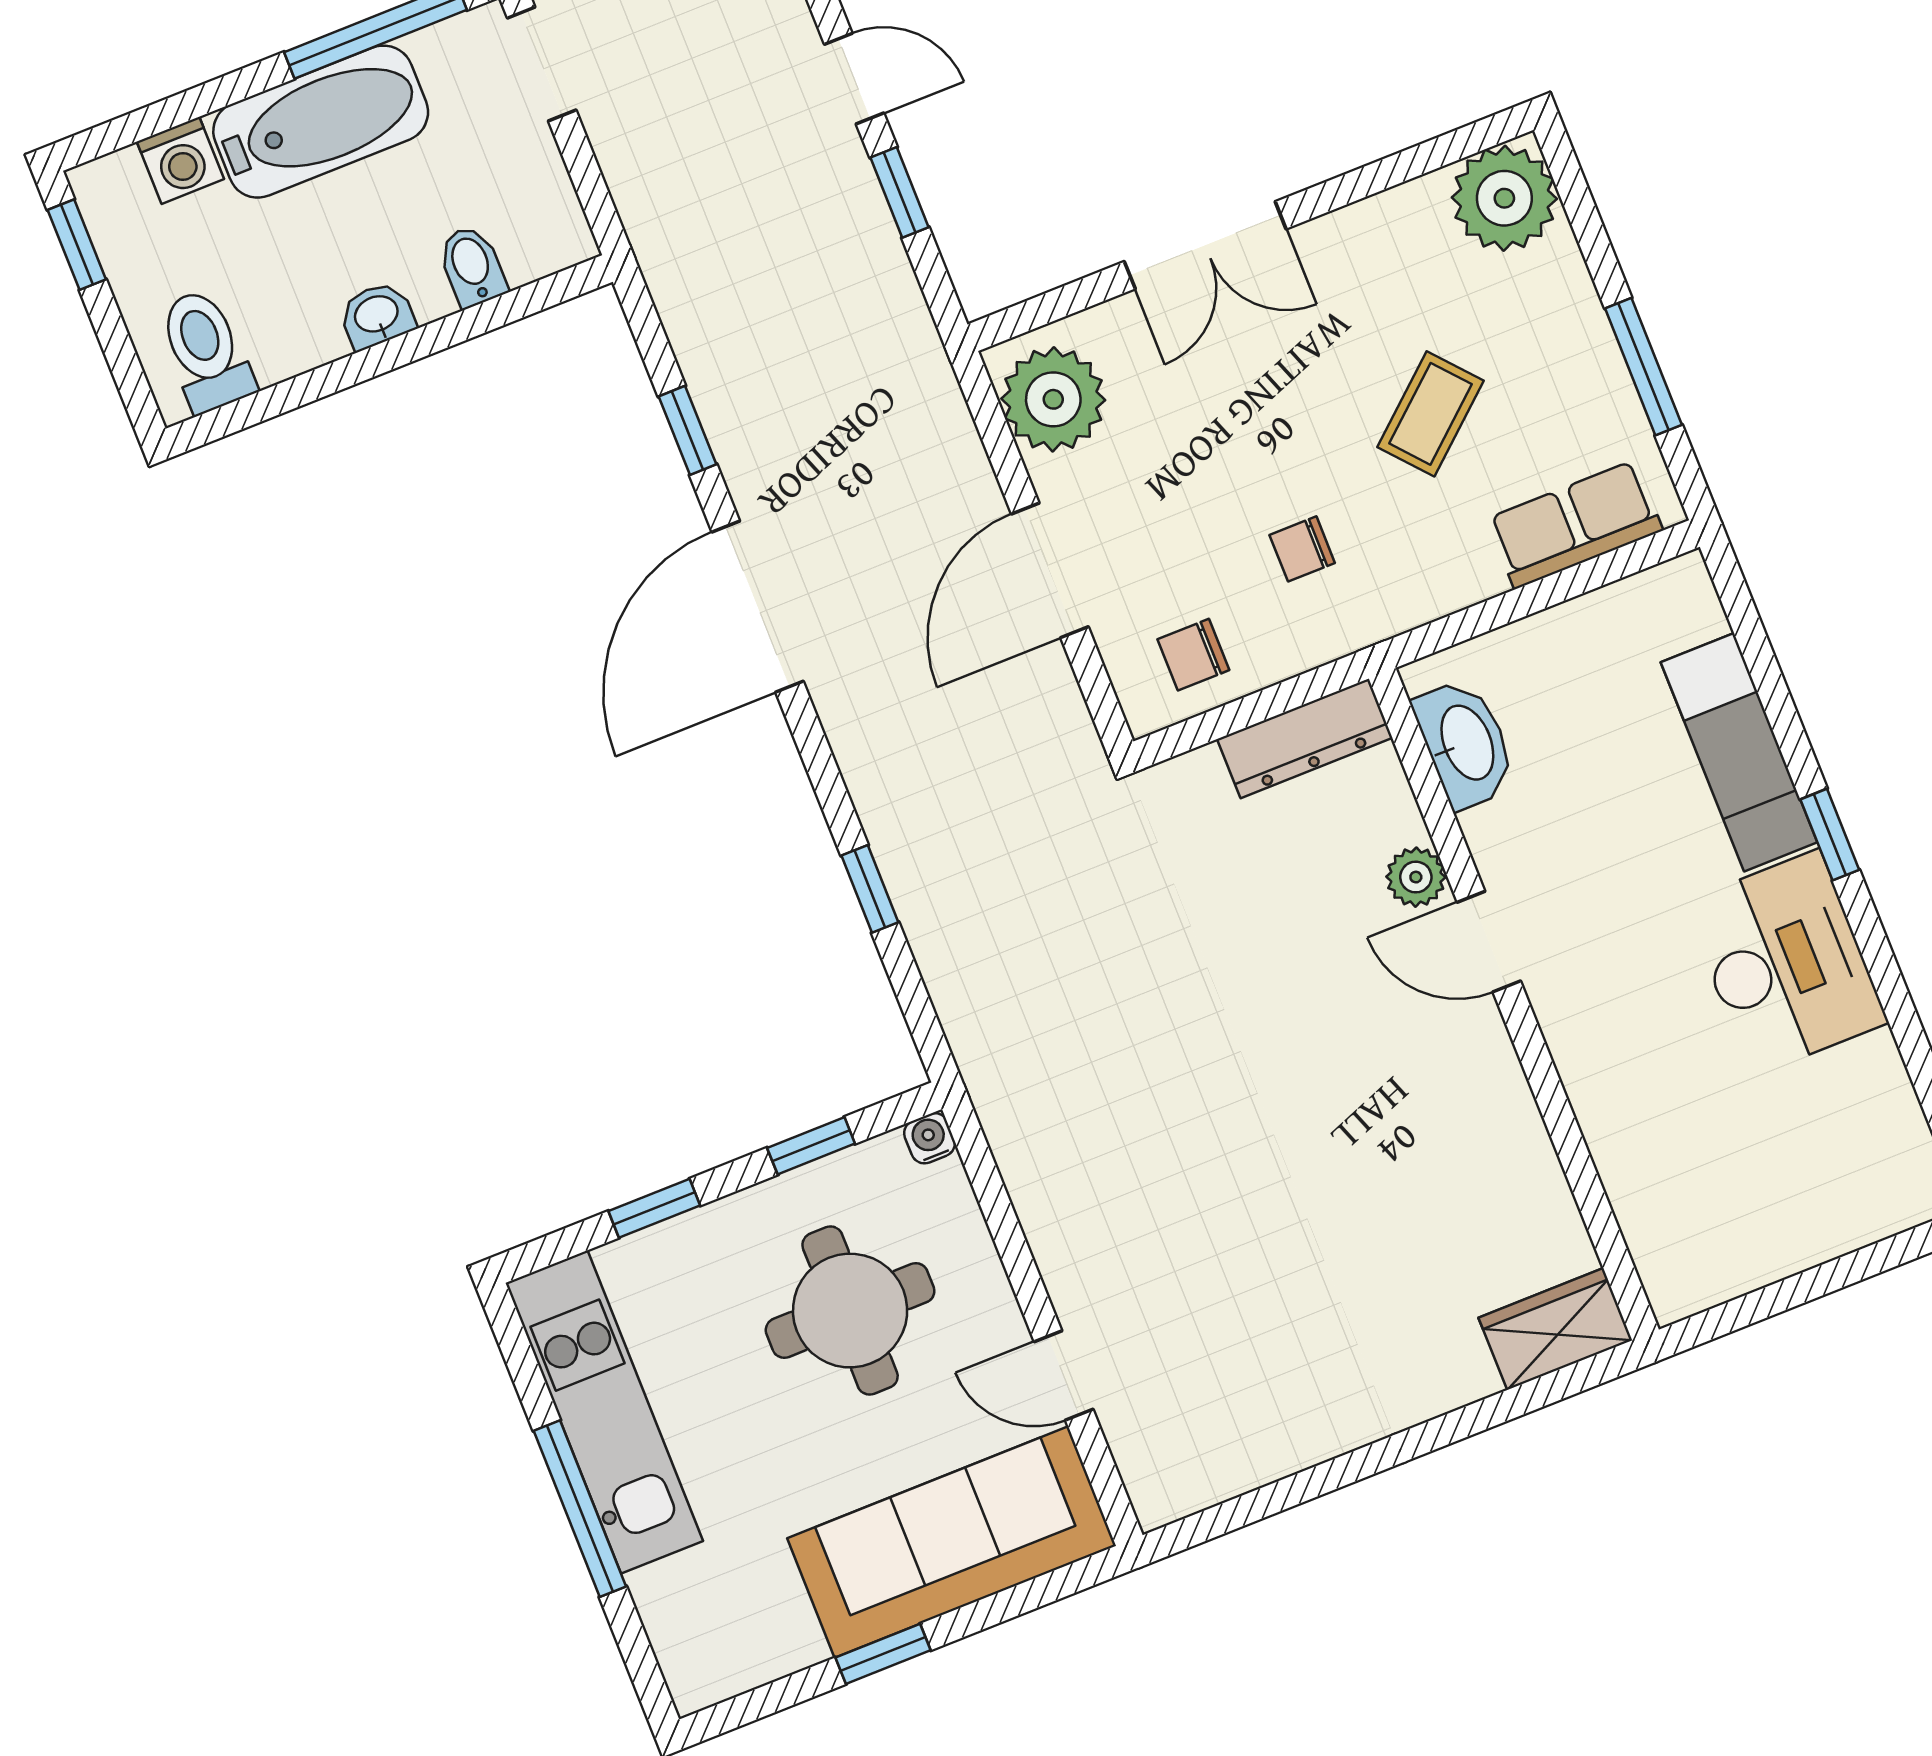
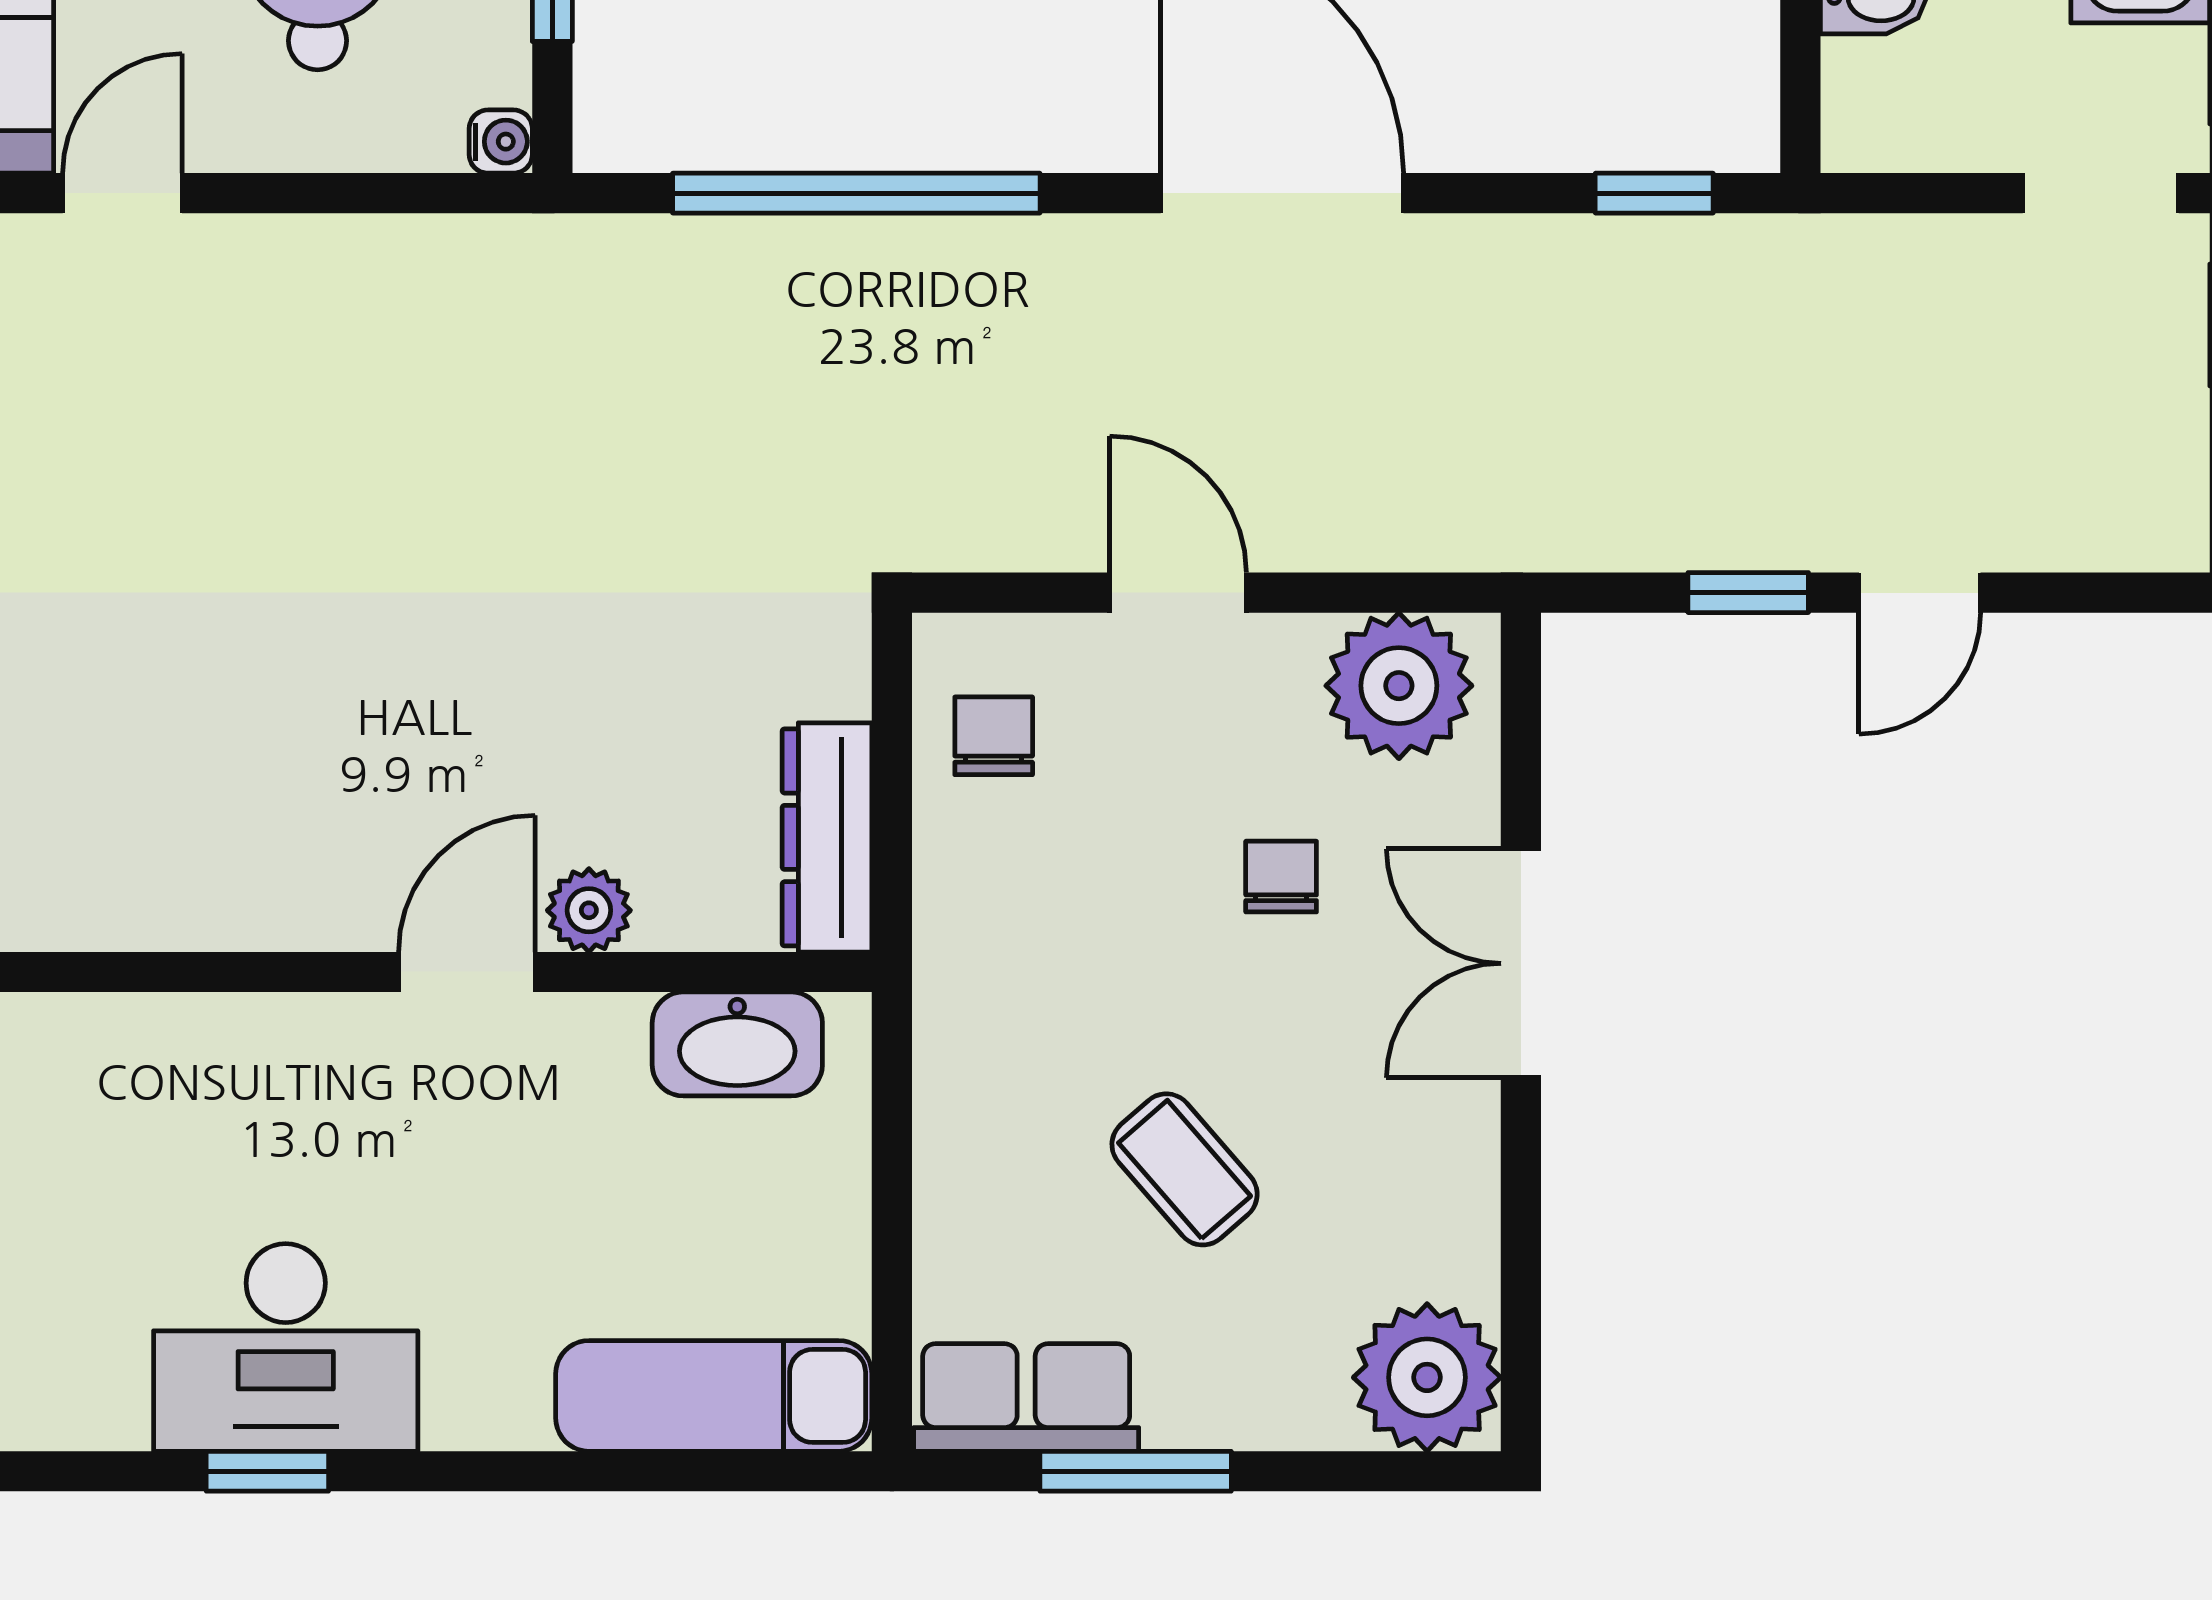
window: (687, 430) -> (1654, 193), moved
row of seats: (1575, 525) -> (1026, 1397), moved, turned -90
chair: (1302, 549) -> (1281, 877), moved
door: (1050, 570) -> (1178, 593), width x0.73
exam couch: (1739, 752) -> (714, 1396), moved
window: (1830, 835) -> (267, 1471), moved
window: (870, 889) -> (856, 193), width x3.17

